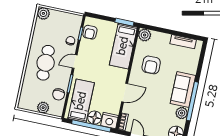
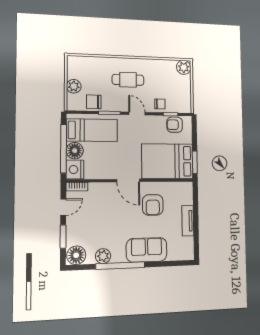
plant: (145, 35) -> (186, 189), removed
tv unit: (183, 42) -> (188, 221), moved
bed: (123, 46) -> (167, 161), width x1.50
cafe table: (46, 63) -> (128, 80), width x0.73, depth x0.74
armchair: (151, 65) -> (153, 205), turned -89
sofa: (183, 89) -> (147, 250), moved
door: (125, 93) -> (128, 181), moved

